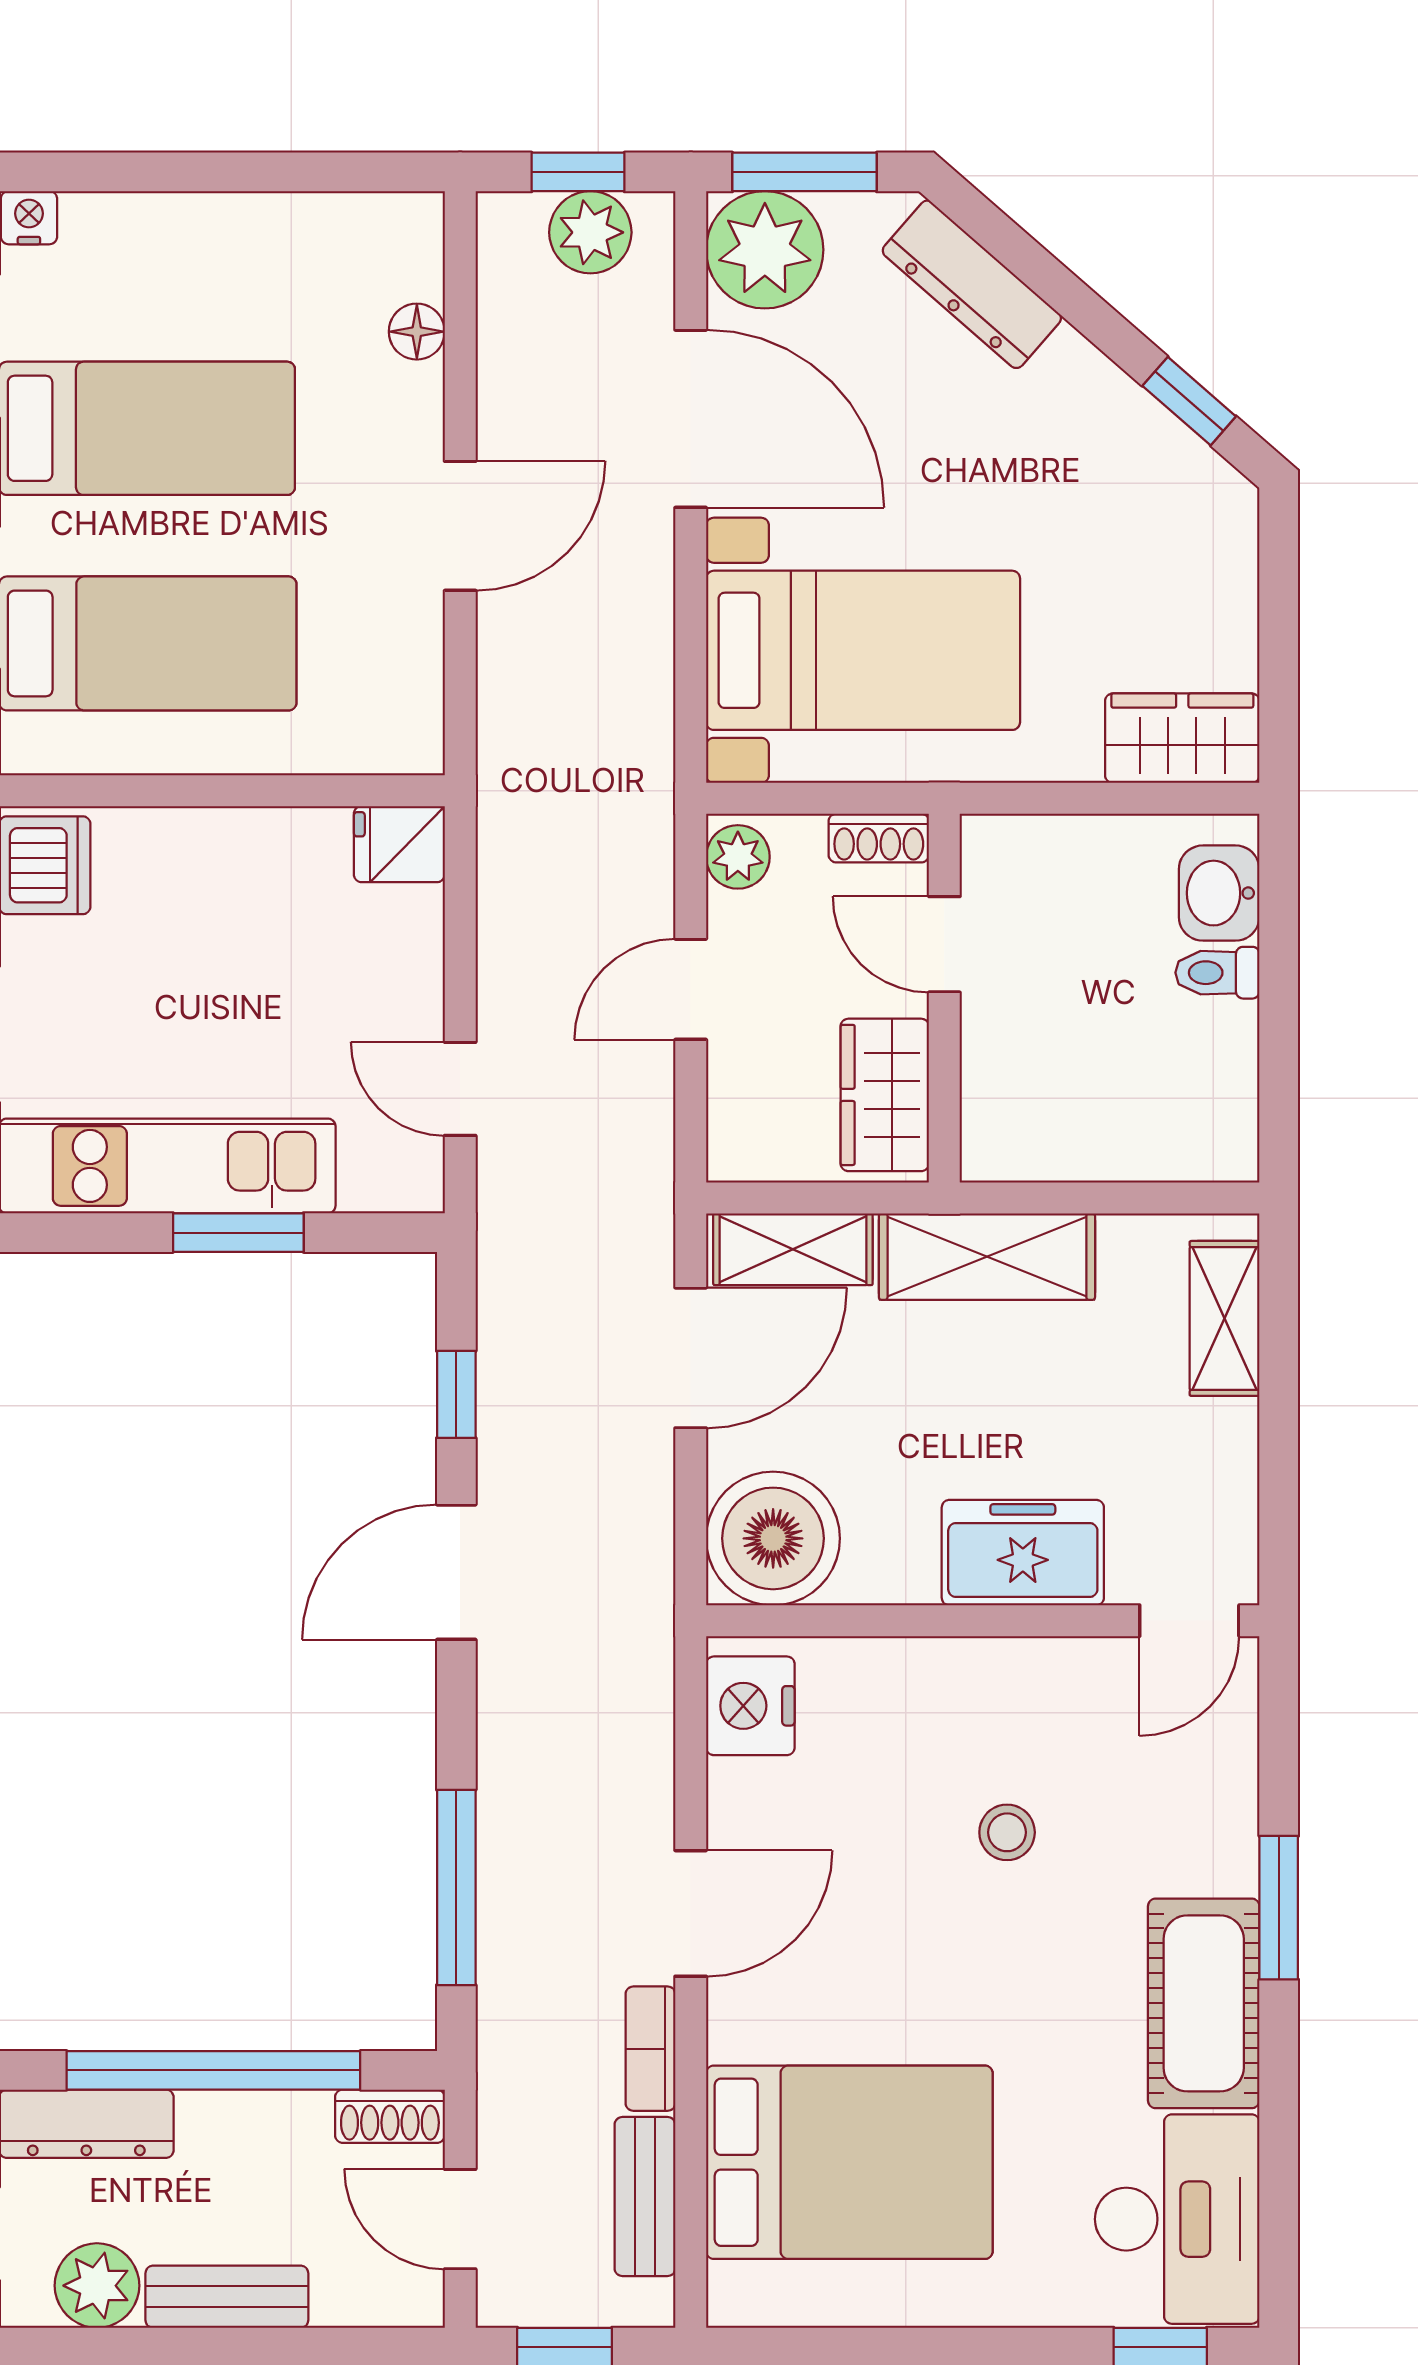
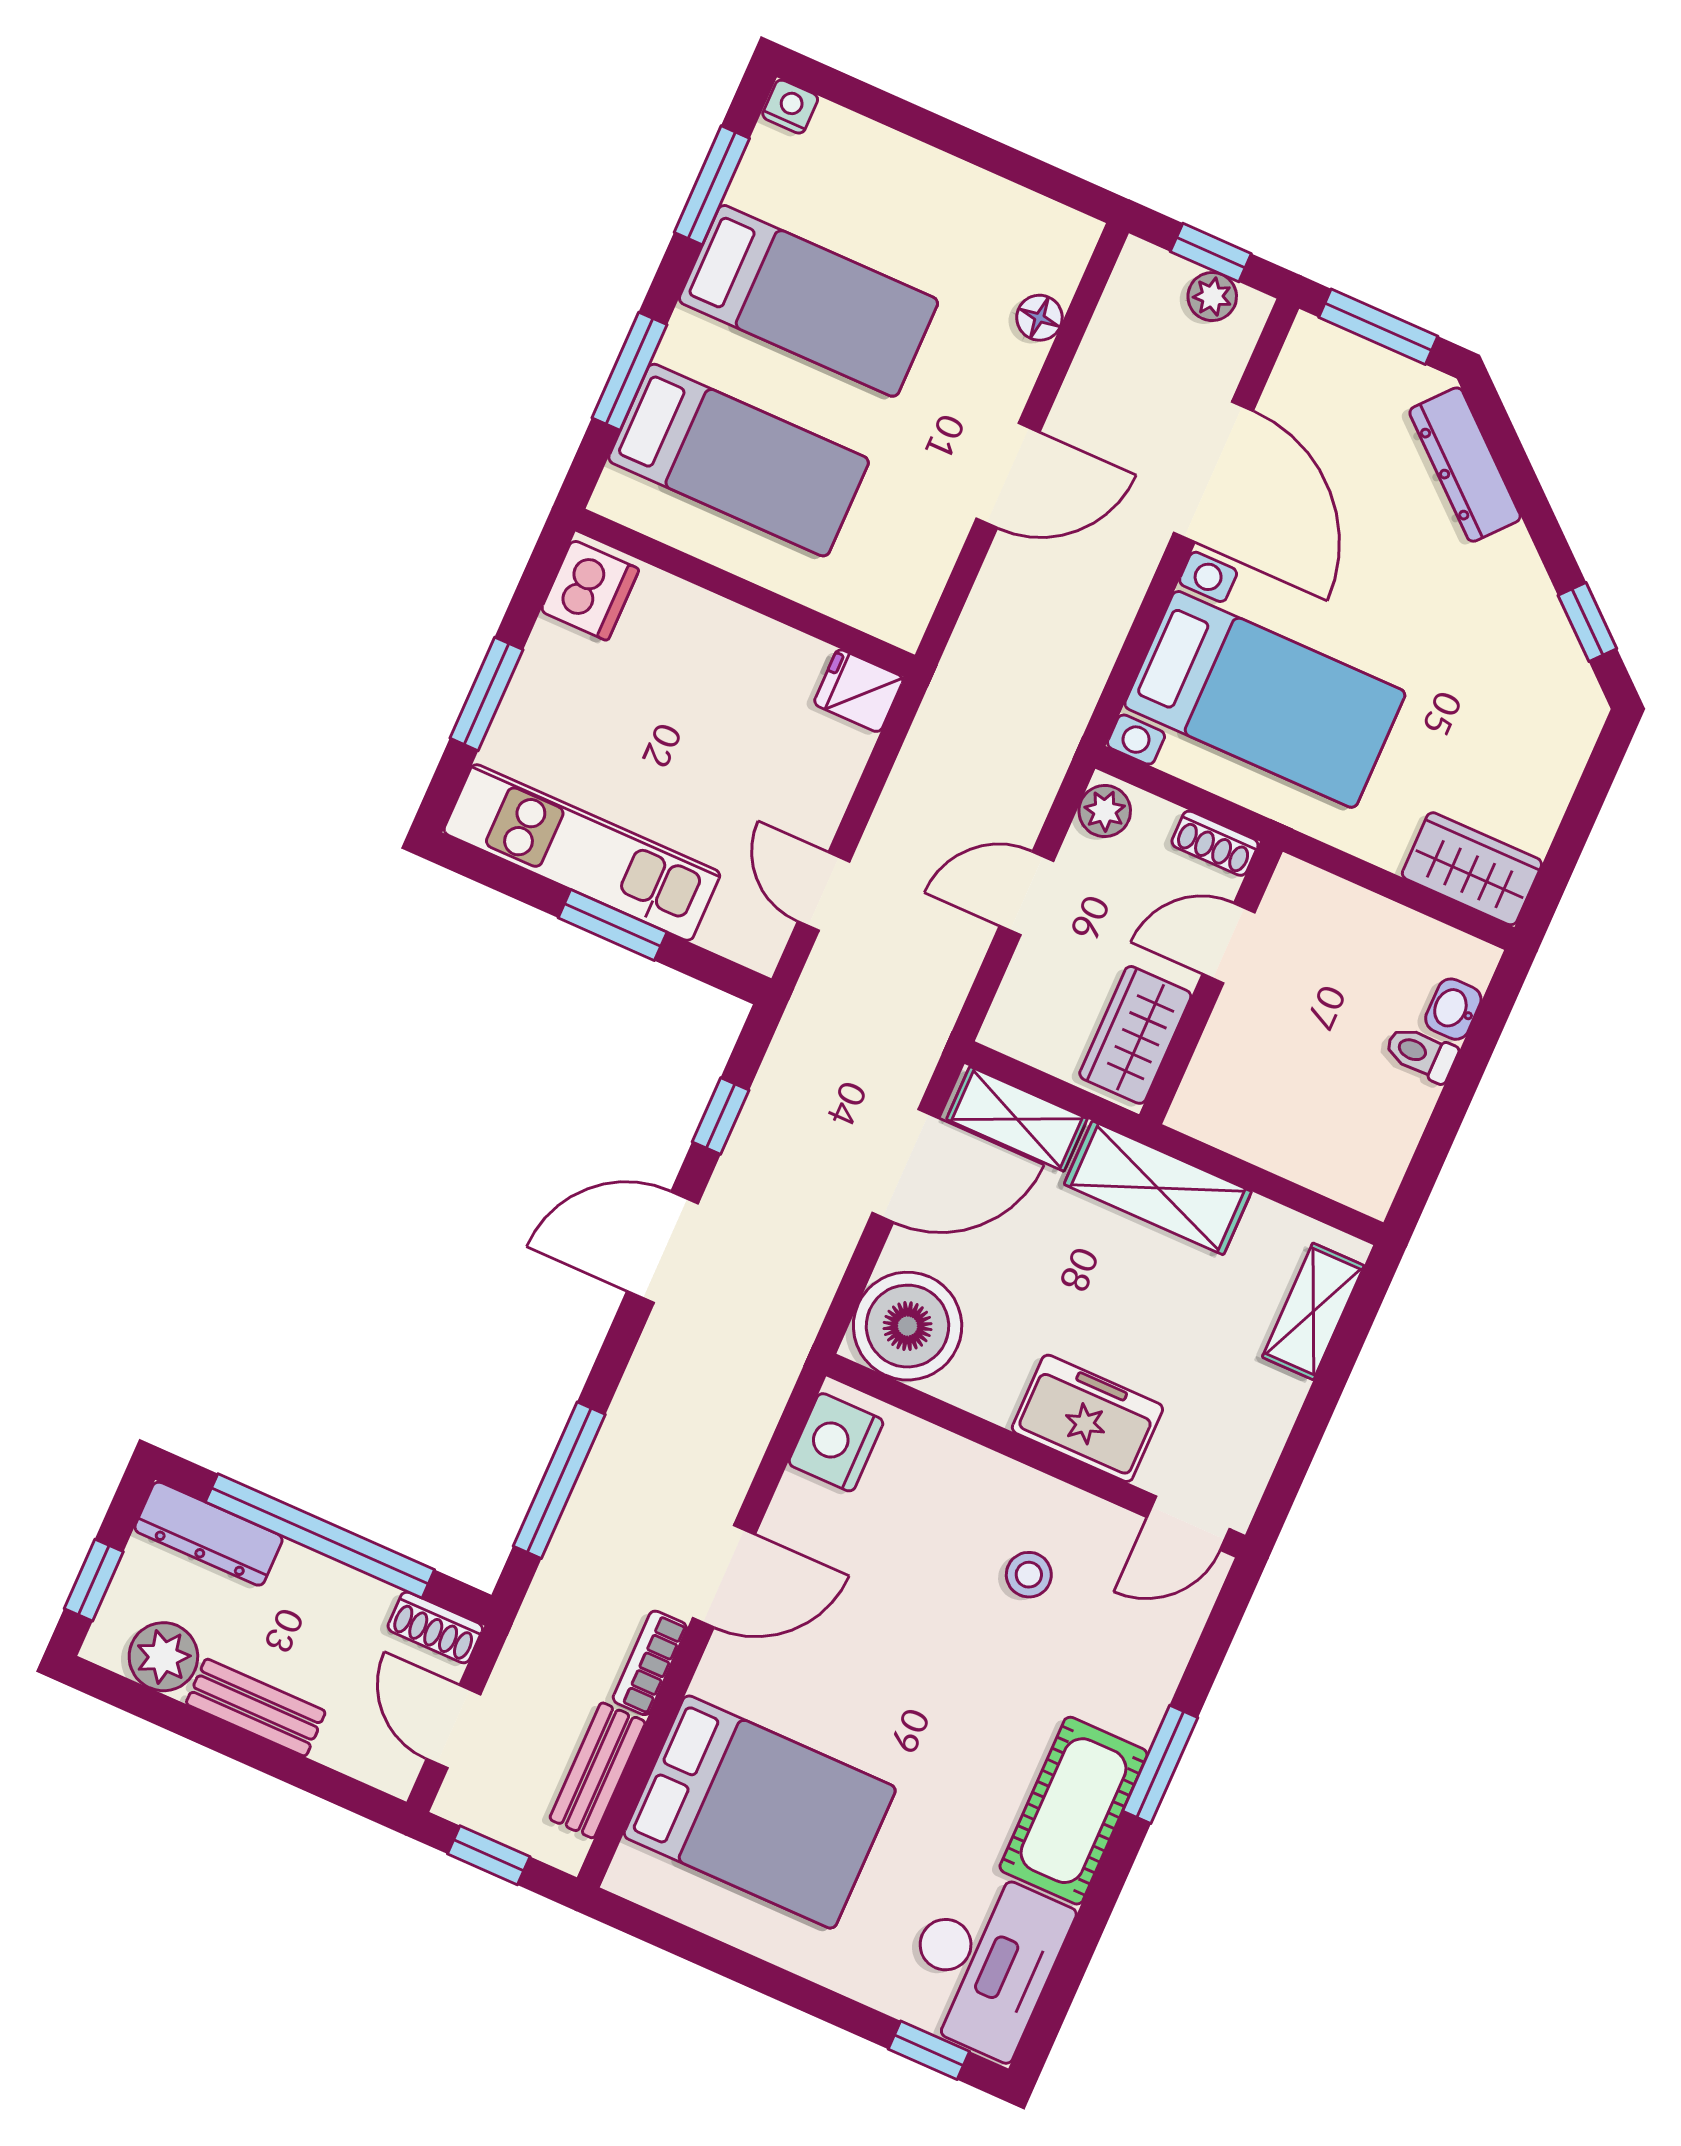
plant: (590, 232) -> (1212, 297), width x0.73, depth x0.73
plant: (765, 250) -> (1323, 371), removed
washbasin: (1219, 893) -> (1453, 1009), width x0.72, depth x0.69
door: (944, 944) -> (1229, 943), hinge flipped
stool: (1007, 1832) -> (1029, 1575), moved

